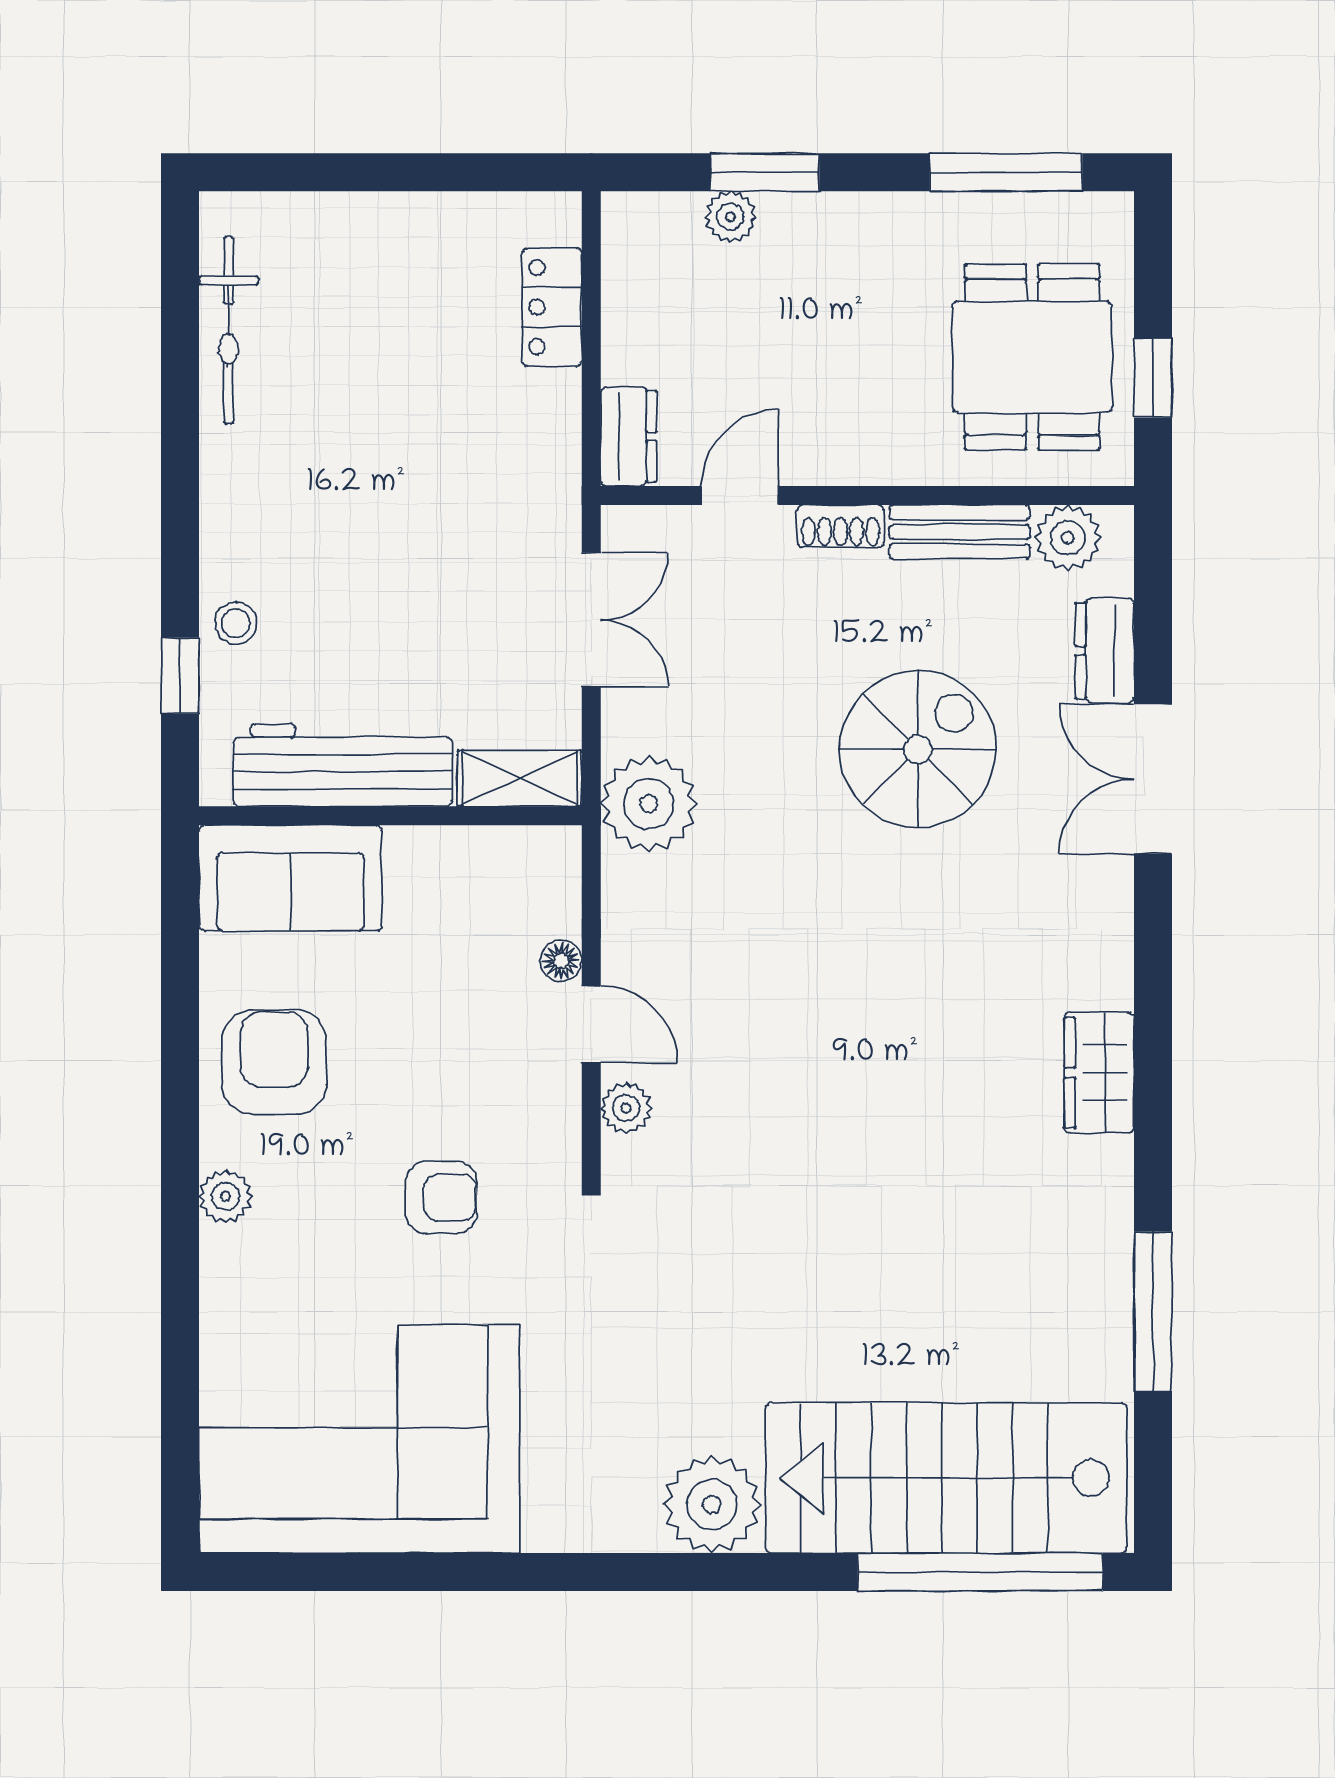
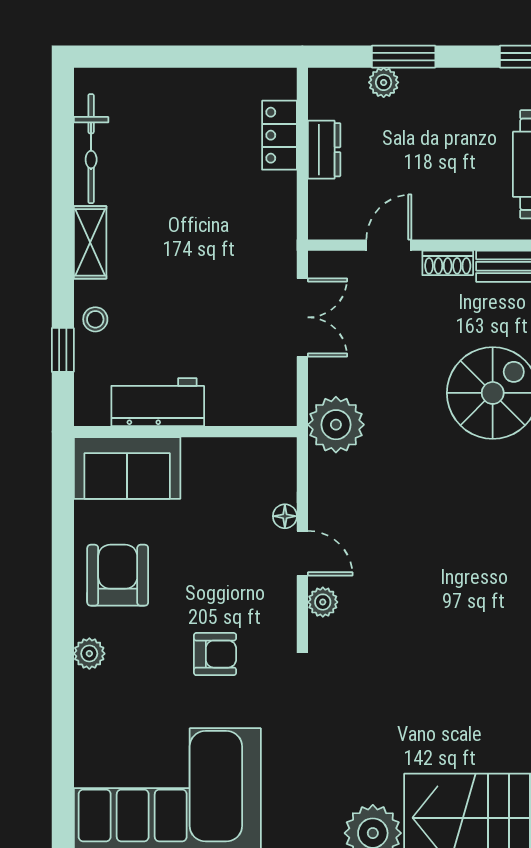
dresser: (629, 436) -> (324, 150), moved
workbench: (343, 765) -> (158, 402), width x0.73
shelving: (520, 778) -> (90, 242), moved, turned 90

